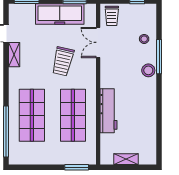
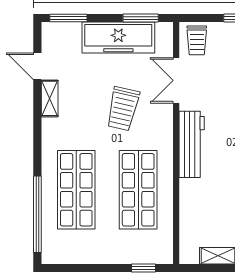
workbench: (108, 111) -> (192, 144), moved
window: (77, 167) -> (144, 268), width x0.67

